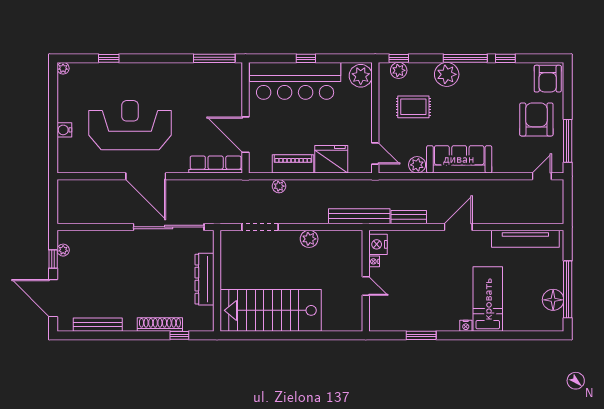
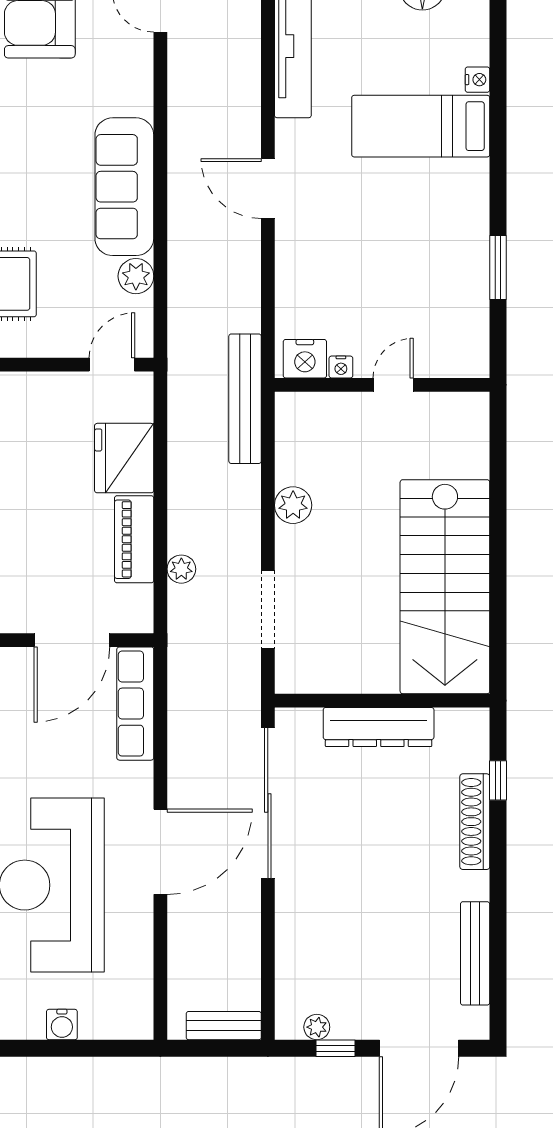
bench: (409, 217) -> (224, 1026), moved, turned 90
nightstand: (466, 326) -> (477, 80), moved

